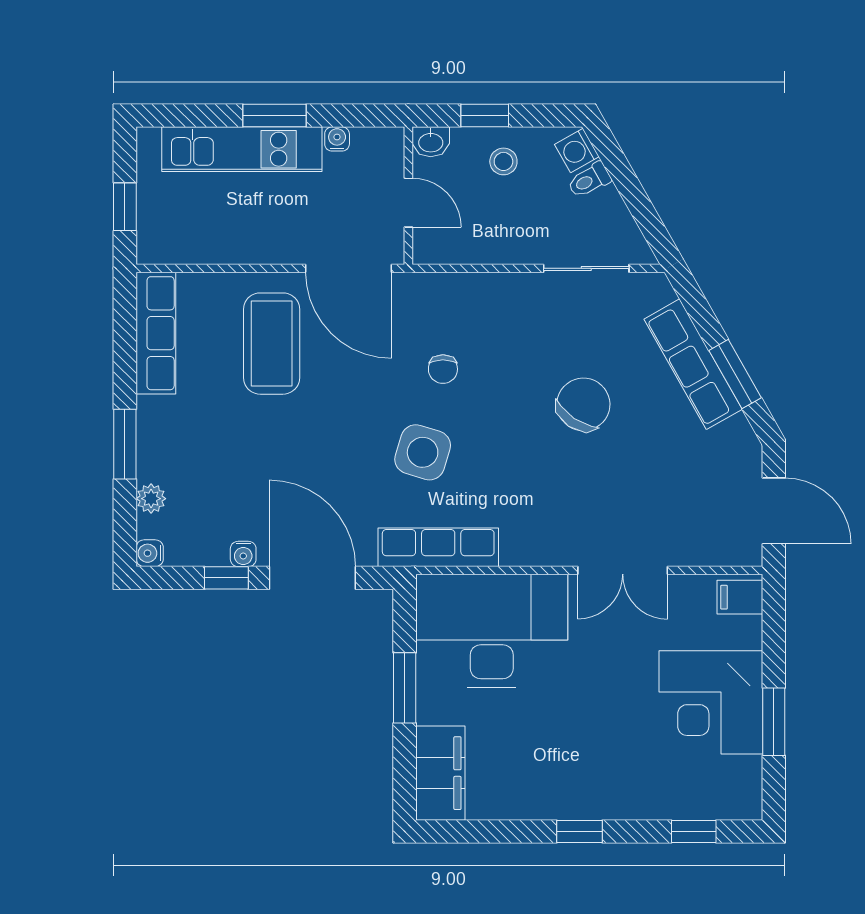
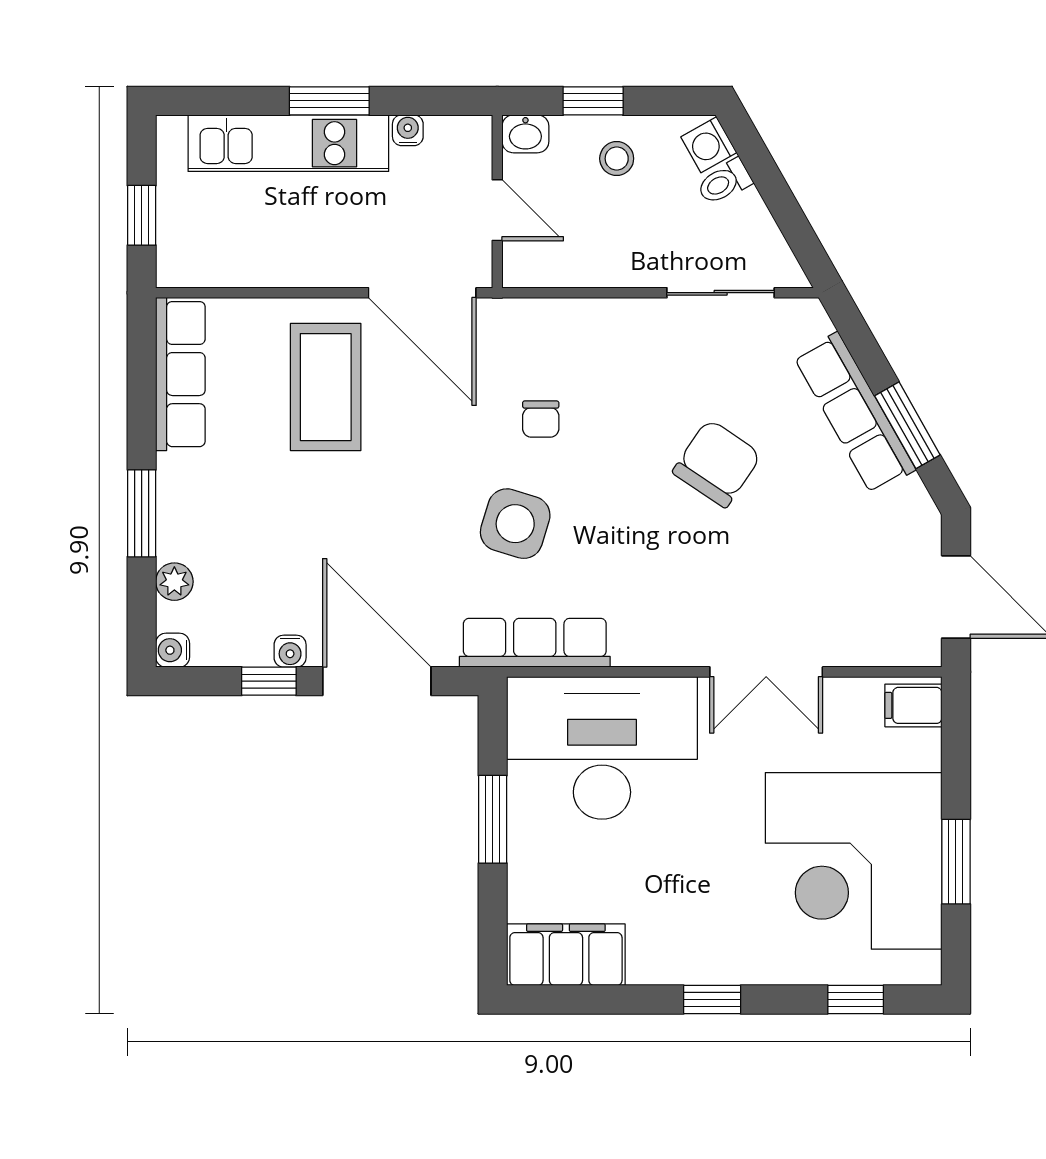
corner desk: (711, 702) -> (854, 861), width x1.36, depth x1.36
filing cabinet: (440, 773) -> (566, 955), moved, turned -90

